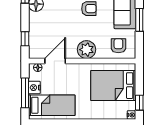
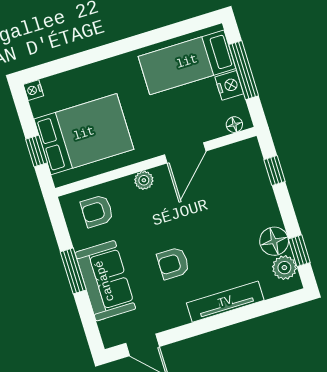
armchair: (118, 46) -> (97, 211), turned 90
plant: (87, 50) -> (144, 180), width x0.53, depth x0.53
door: (55, 61) -> (185, 153), moved
window: (139, 103) -> (36, 151), moved

